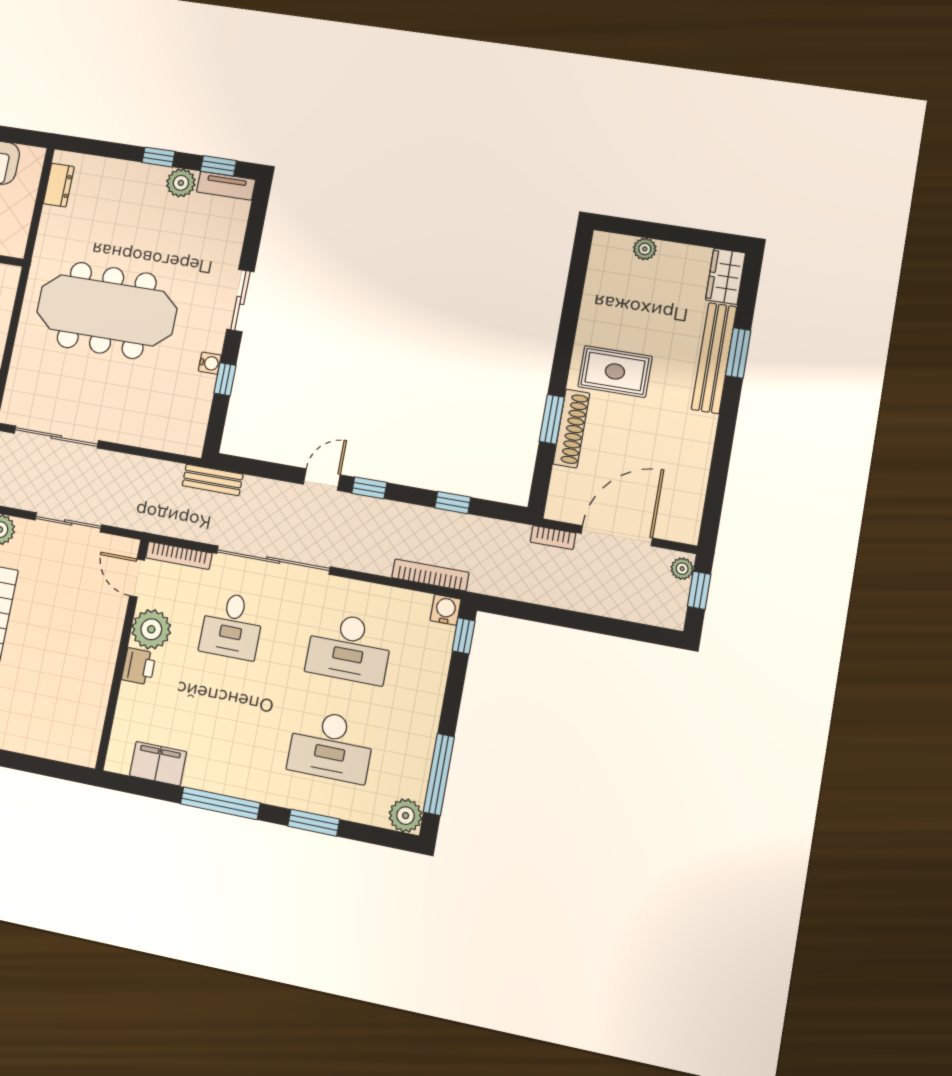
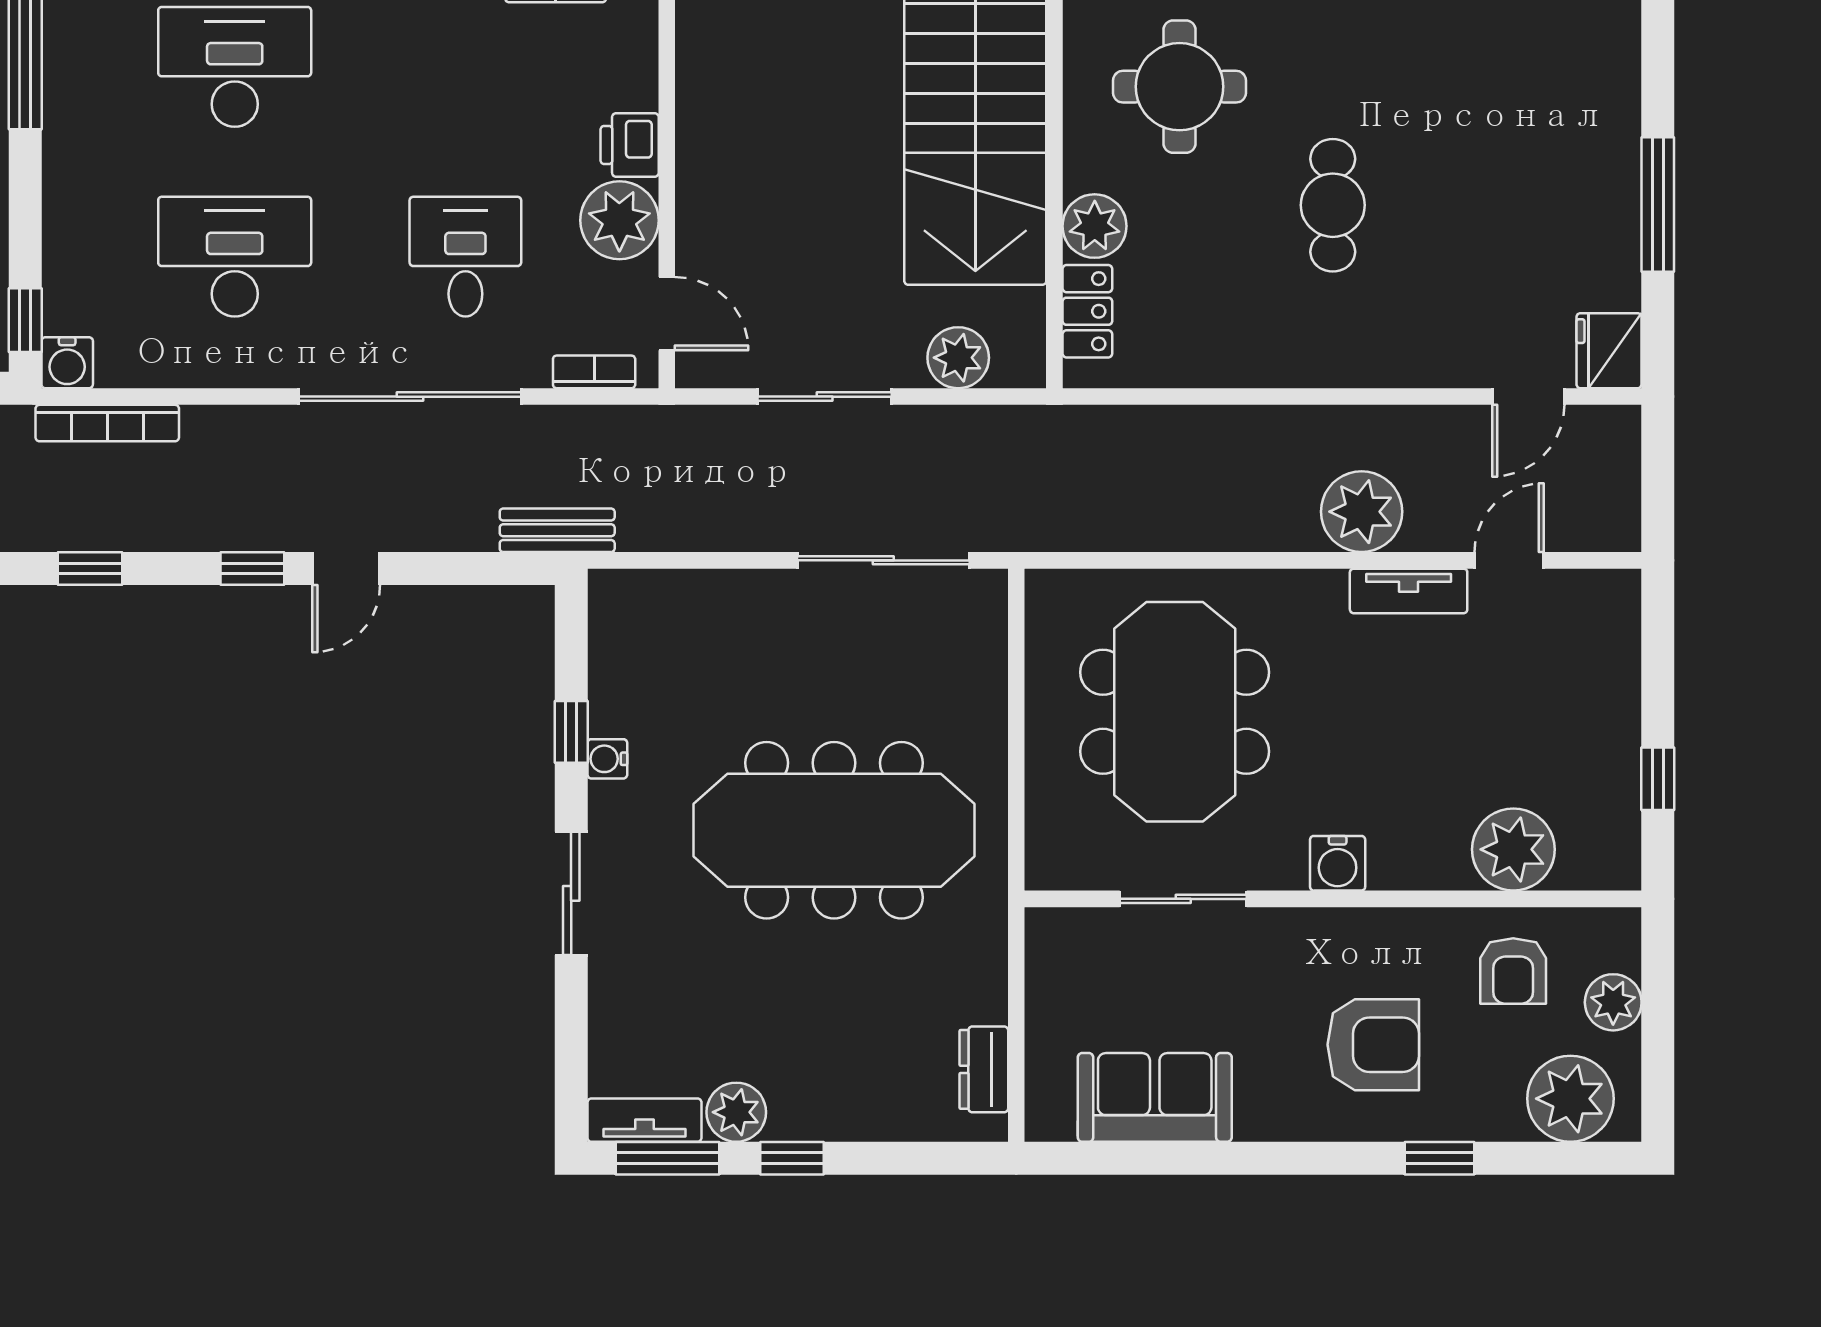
window: (218, 166) -> (668, 1158), width x1.50
bookcase: (179, 556) -> (594, 372), width x0.64

